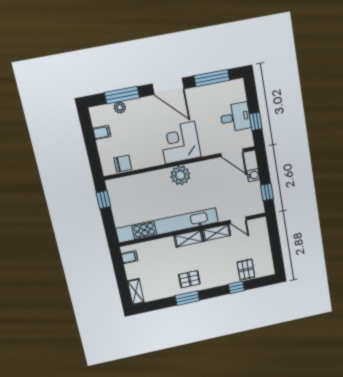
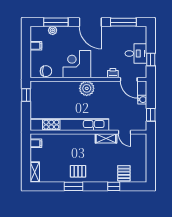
corner desk: (180, 143) -> (77, 64), moved
printer: (210, 149) -> (113, 73), added
shelving: (189, 239) -> (84, 138), removed

